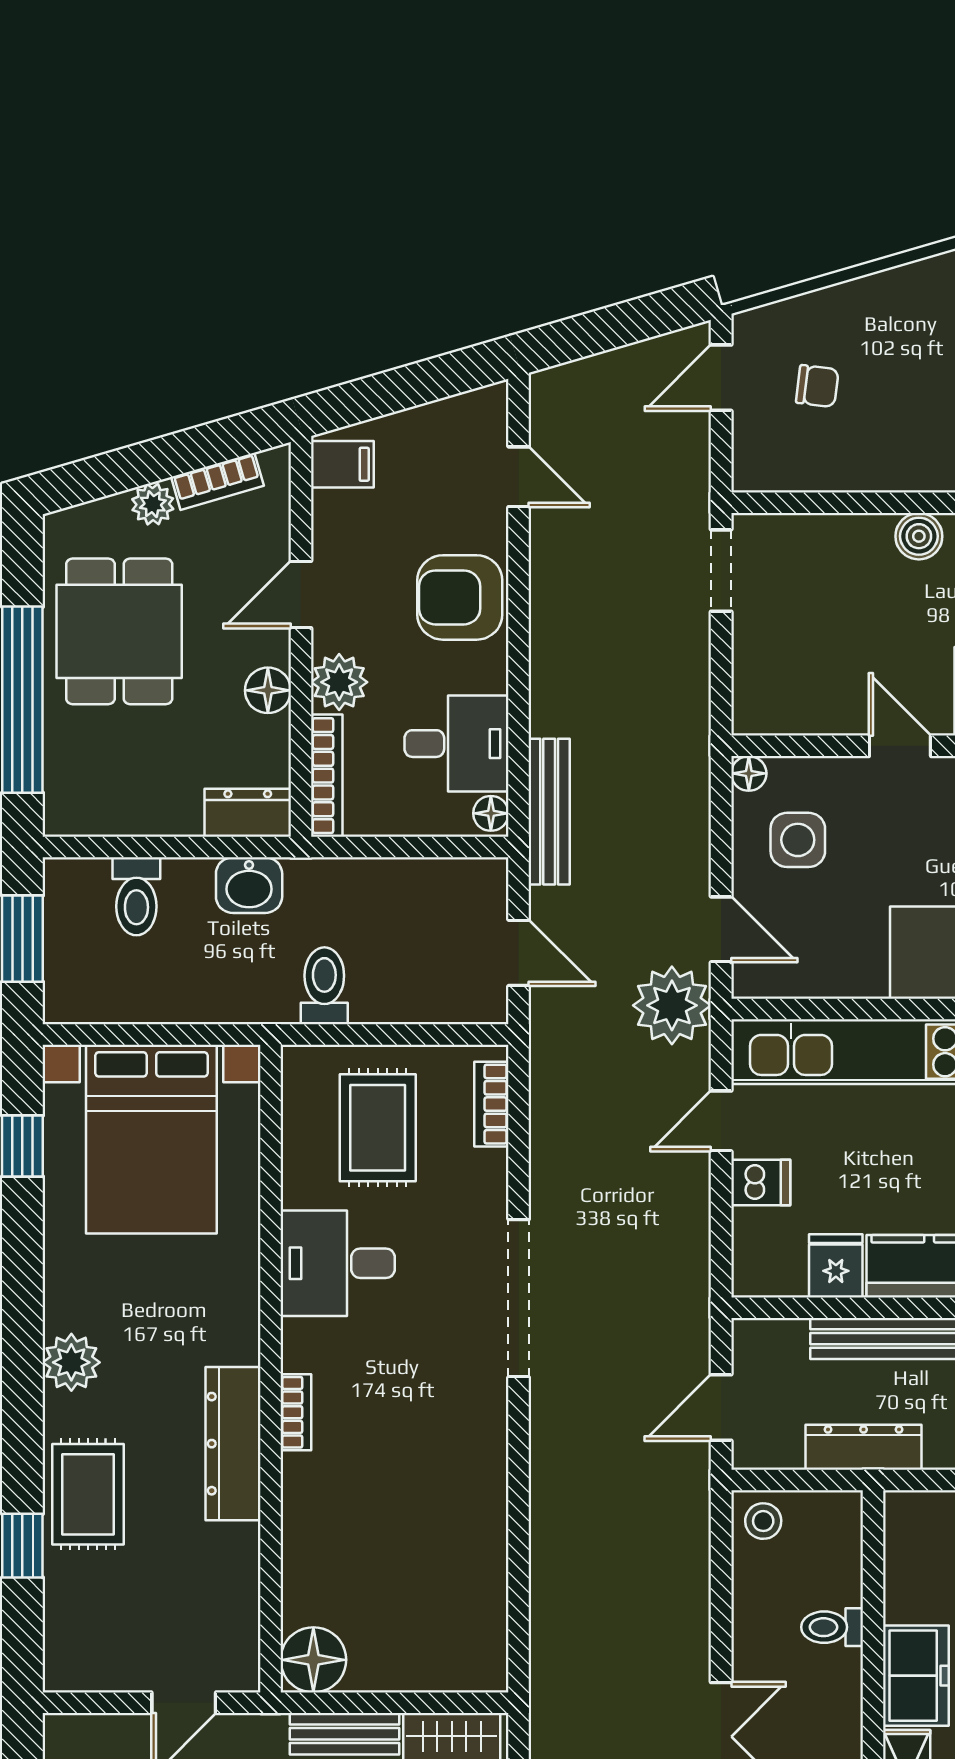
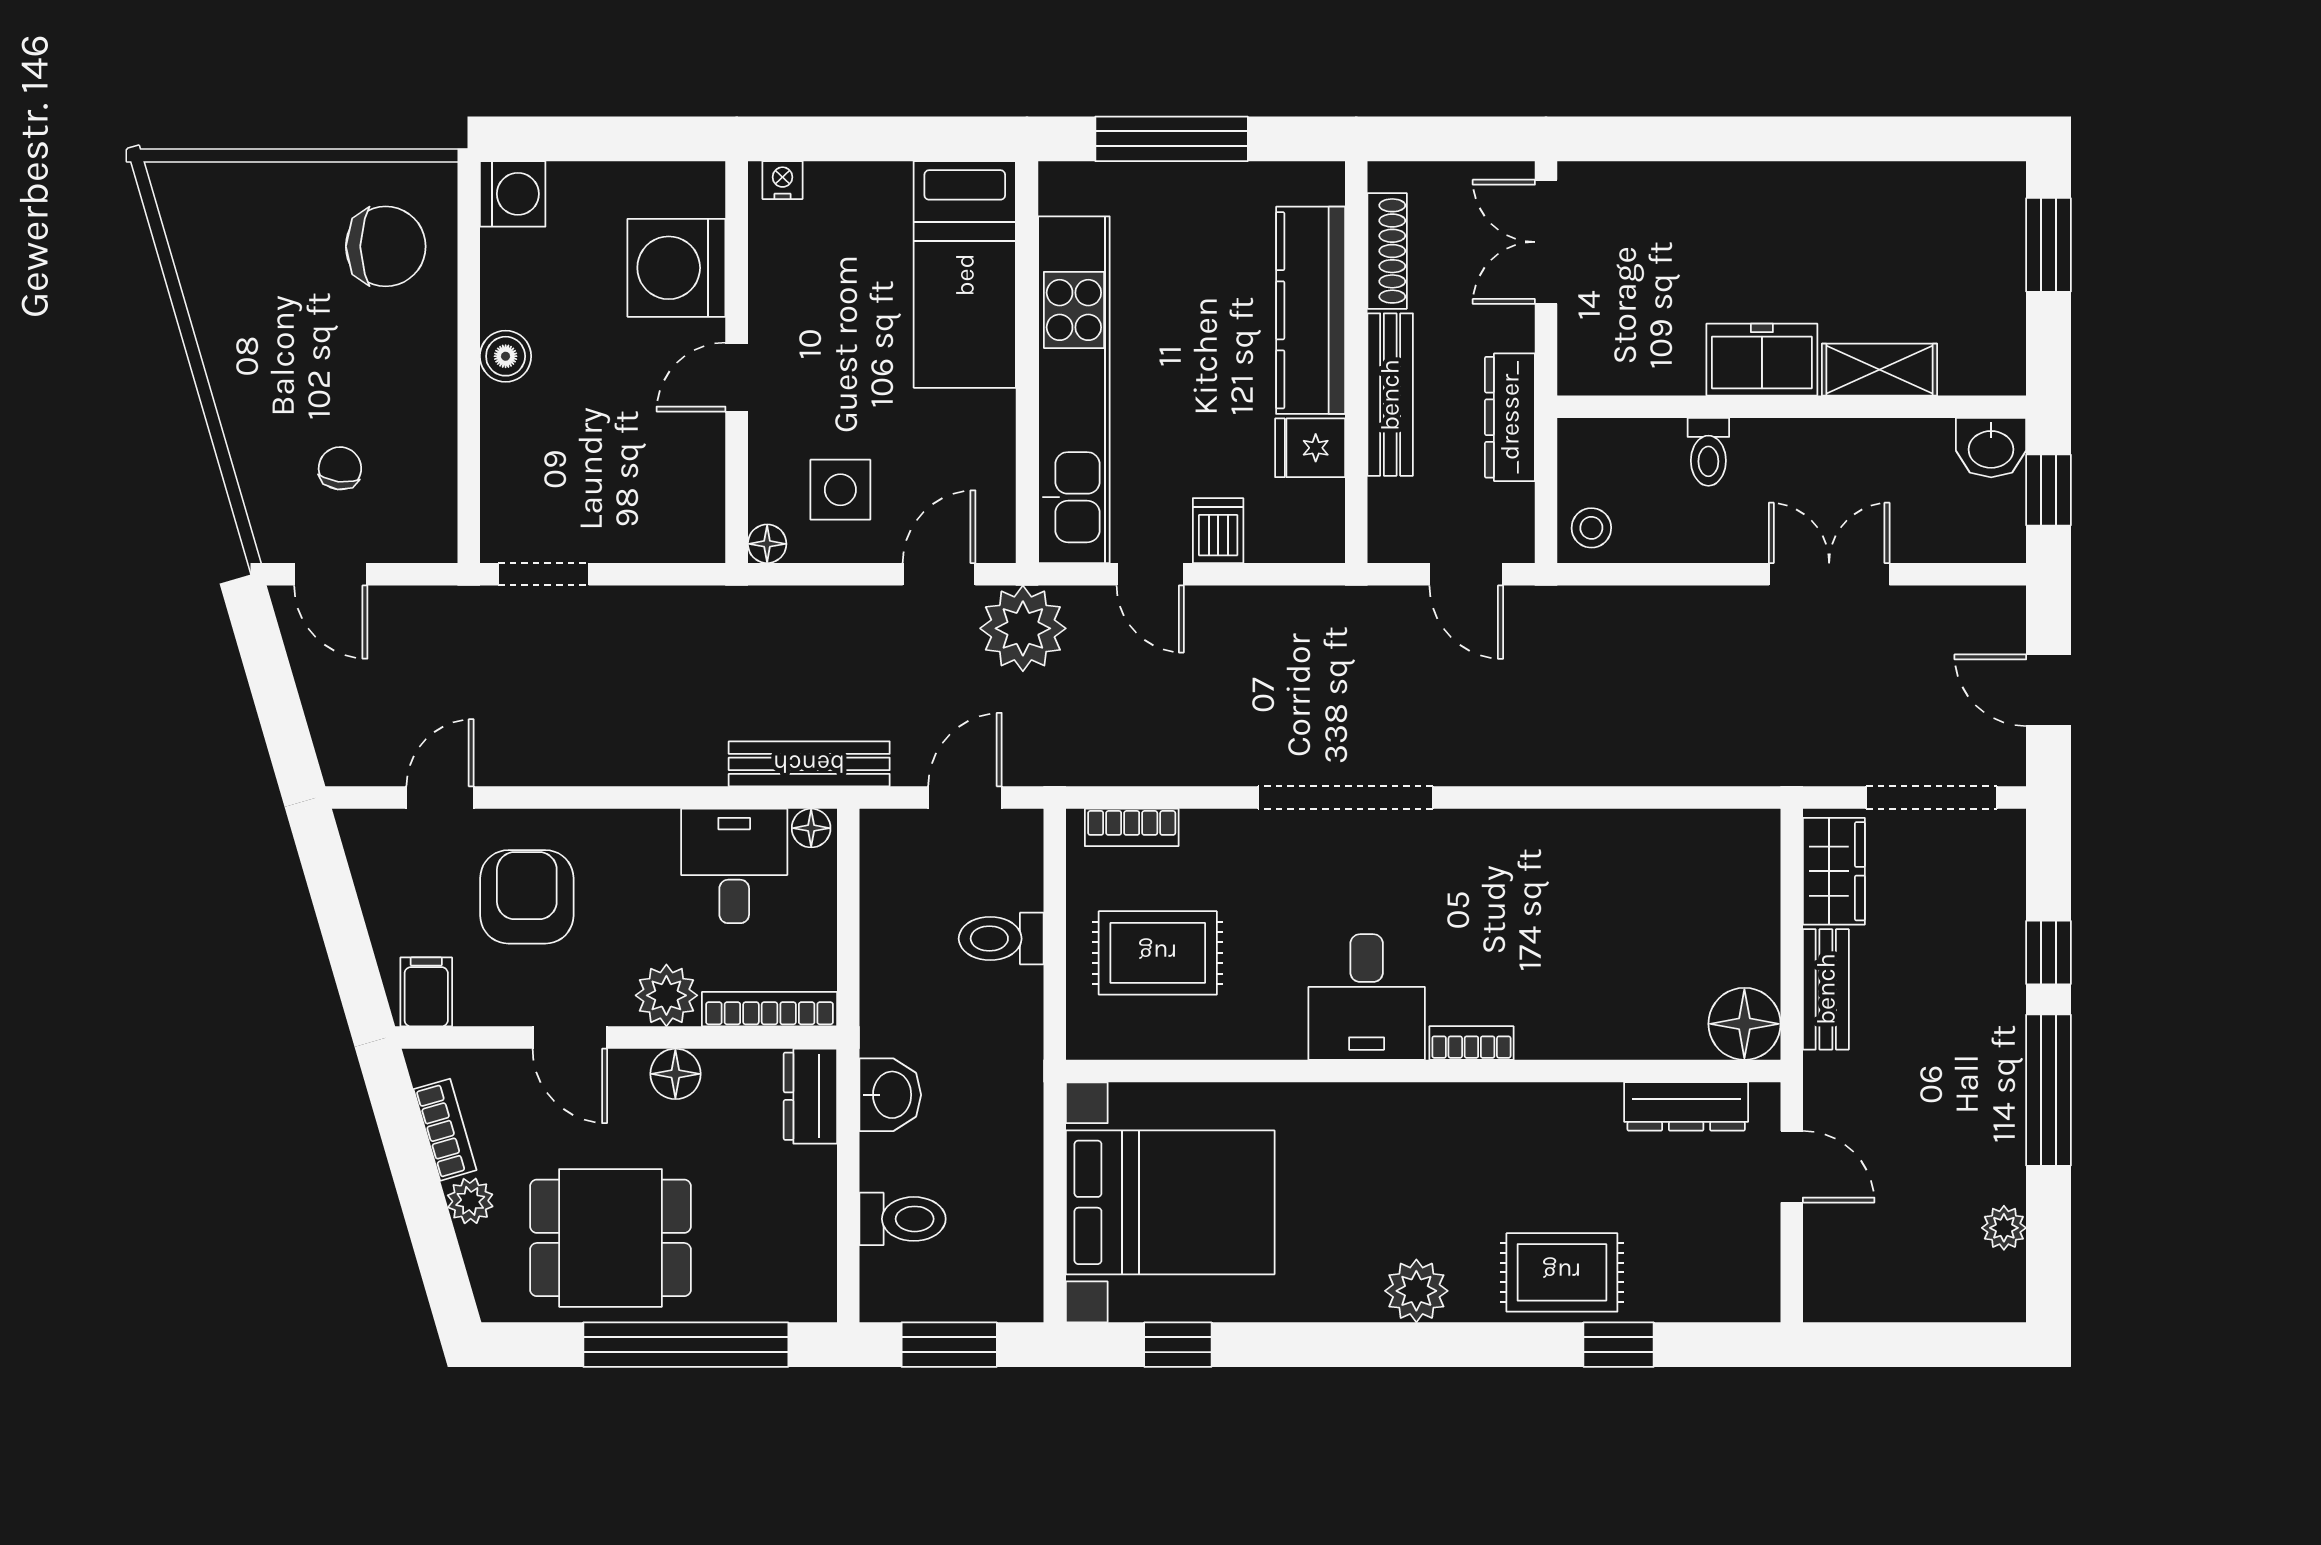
armchair: (460, 597) -> (527, 897), moved, turned 180
toilet: (324, 986) -> (1001, 939), moved
desk: (338, 1263) -> (1367, 997), moved
dresser: (233, 1444) -> (1686, 1106), moved, width x0.73, depth x0.80

